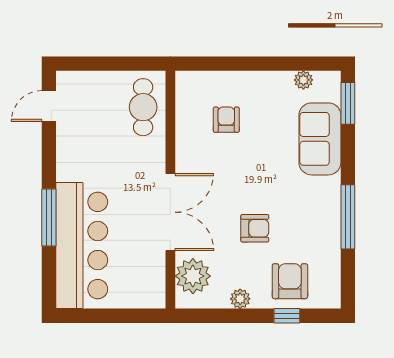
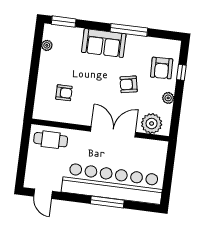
armchair: (226, 120) -> (64, 93), turned 180
sofa: (320, 139) -> (104, 43), moved
armchair: (255, 228) -> (129, 84), turned -101
bar counter: (82, 246) -> (113, 184), width x1.36
armchair: (290, 281) -> (162, 68), turned -92

